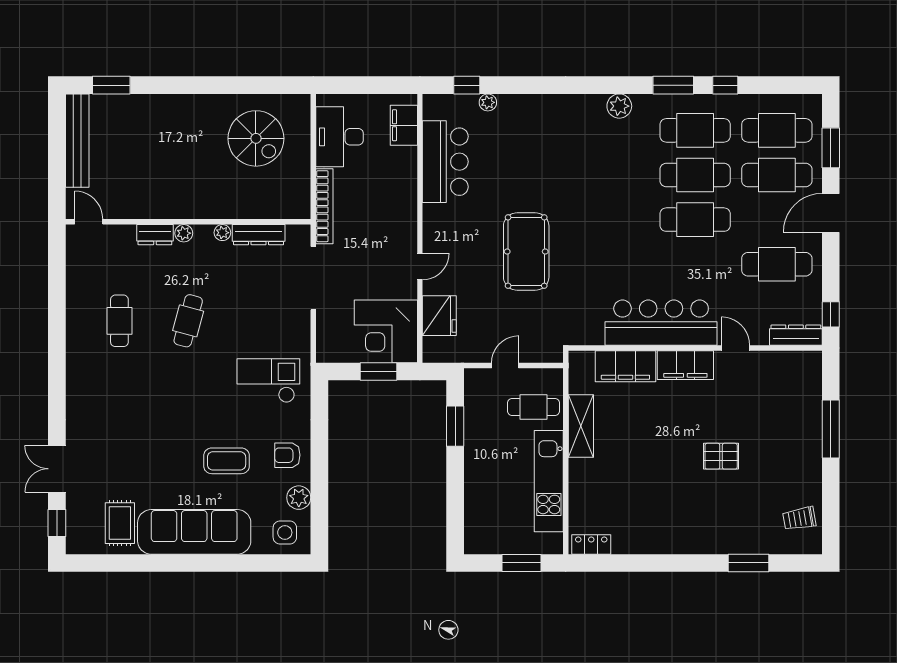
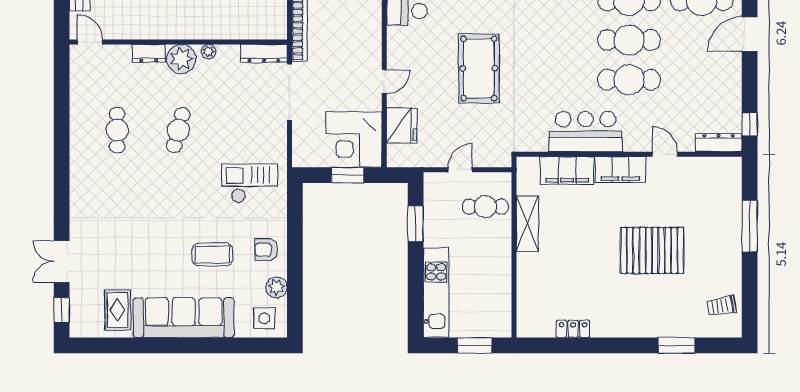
plant: (184, 233) -> (181, 59), width x1.87, depth x1.87
dresser: (259, 235) -> (264, 53), moved
cafe table: (777, 264) -> (629, 80), moved
bar counter: (661, 323) -> (585, 132), width x0.73
pallet: (721, 456) -> (652, 250), width x2.05, depth x2.00
kitchen unit: (549, 481) -> (436, 293), moved, turned 180
locker: (591, 544) -> (573, 329), moved

